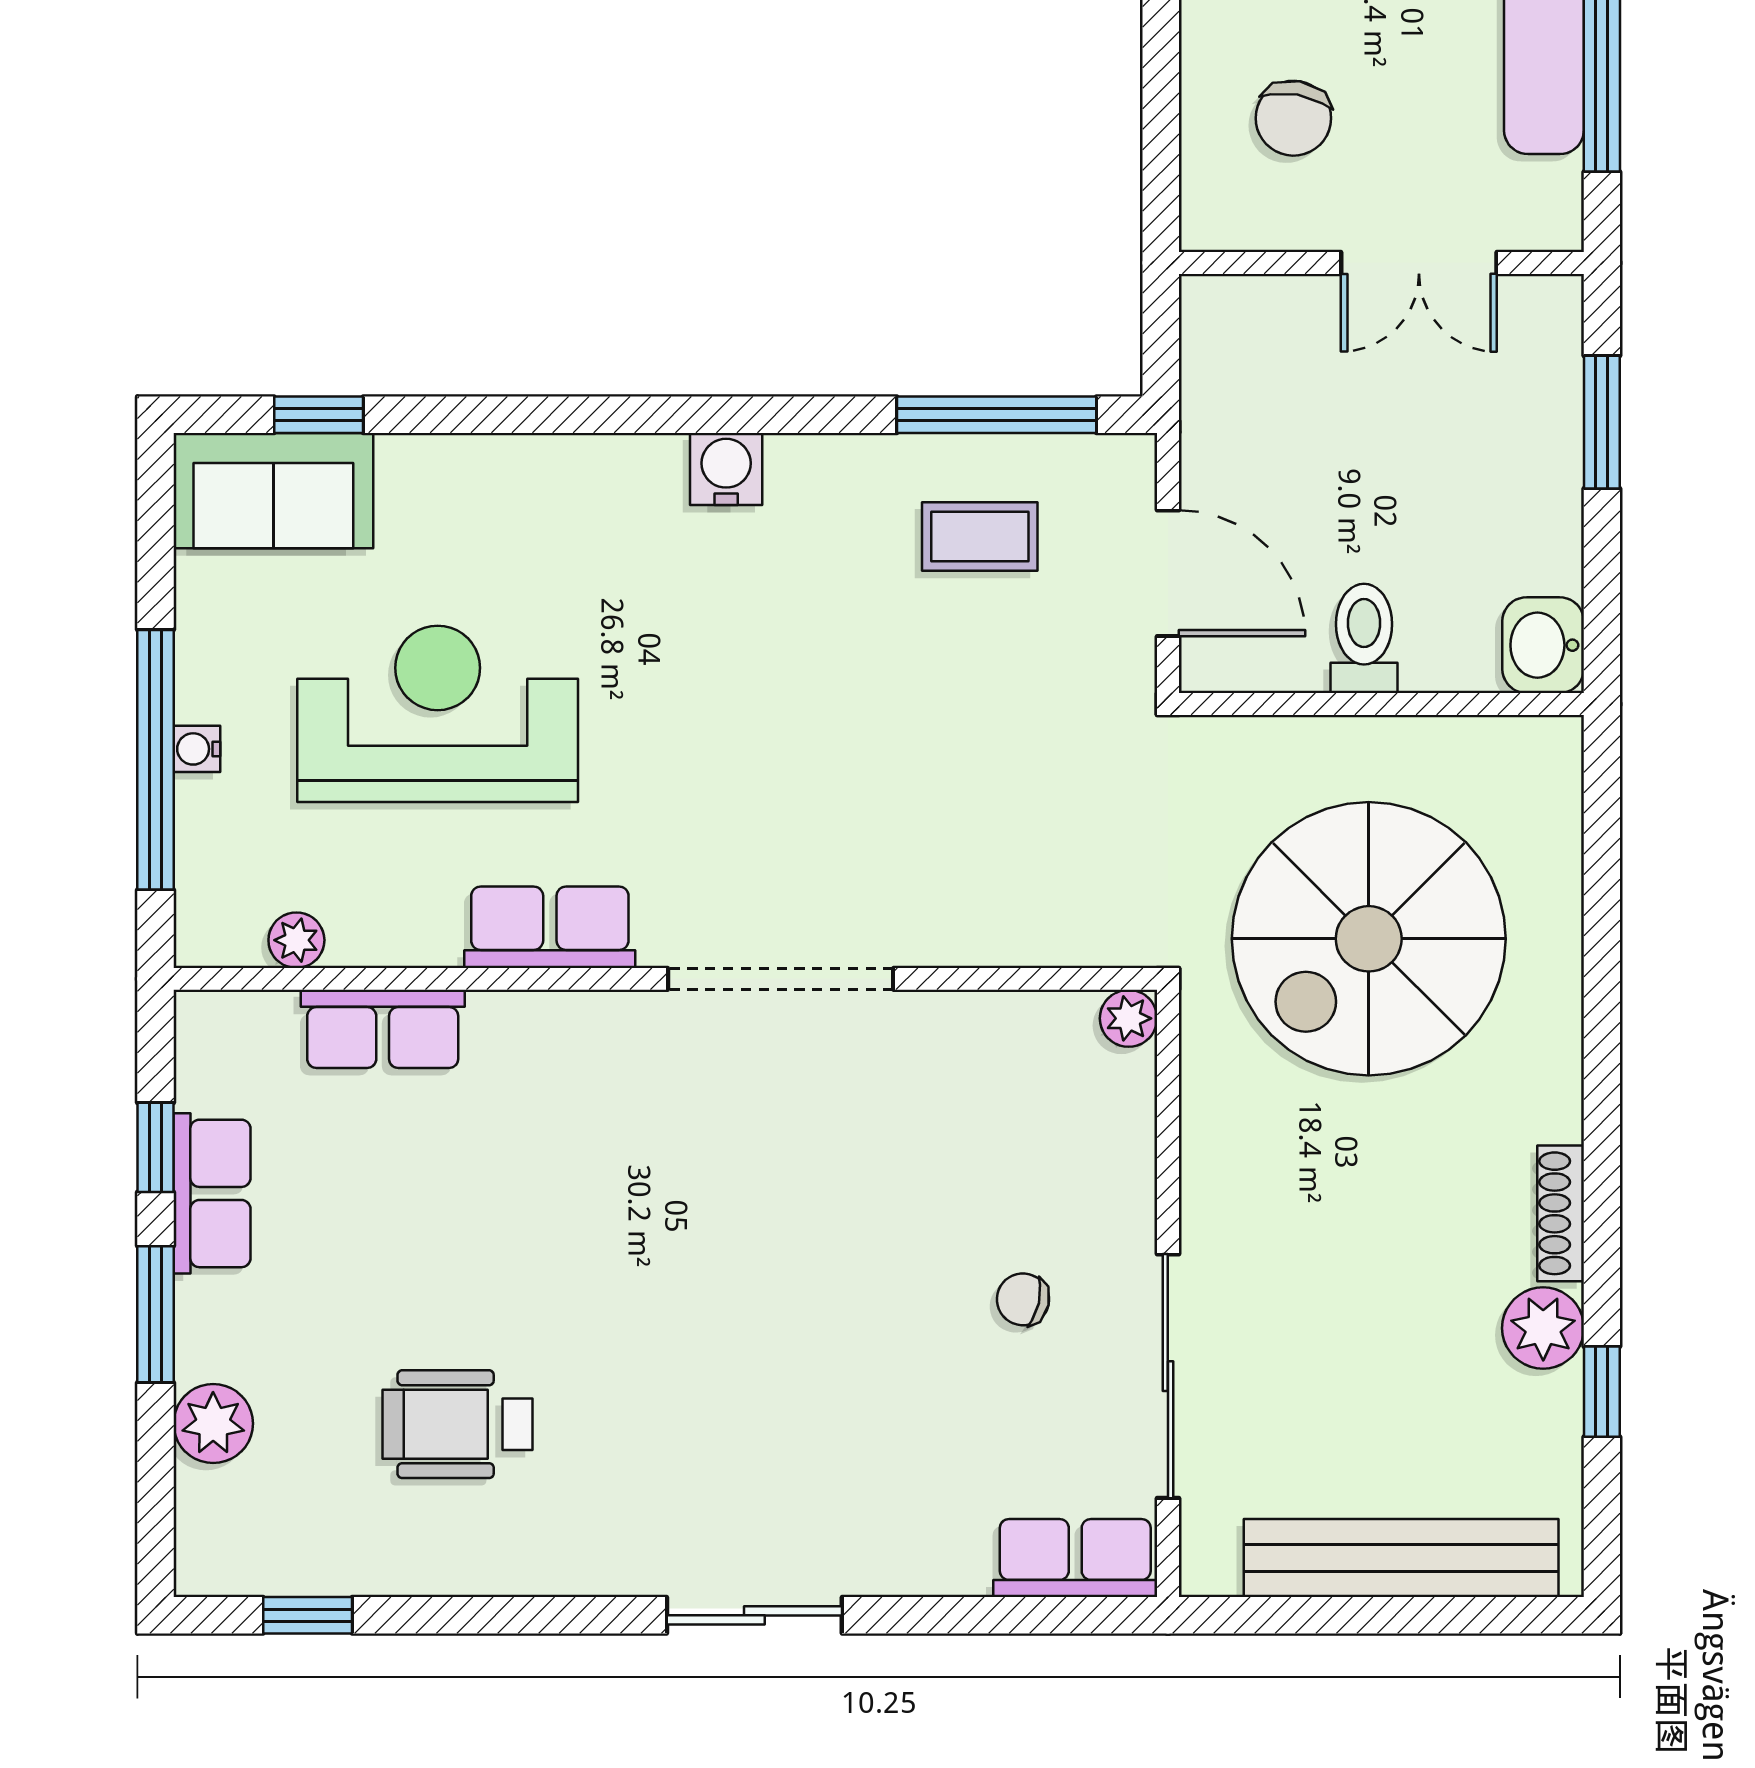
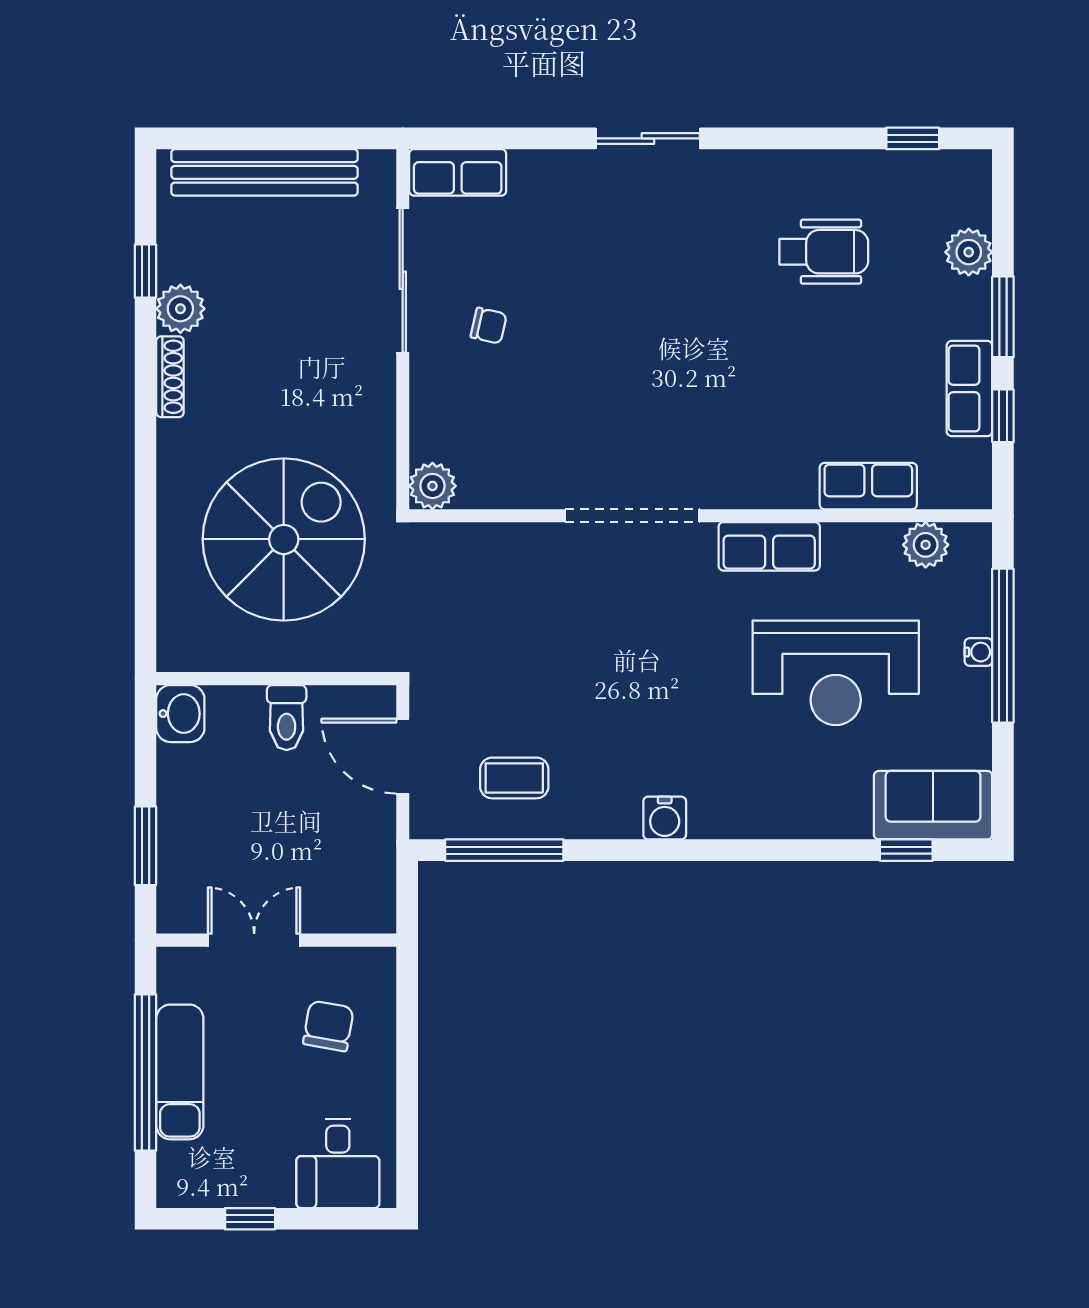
plant: (296, 940) -> (926, 545), width x1.38, depth x1.38
plant: (1129, 1018) -> (432, 486), width x1.38, depth x1.38

